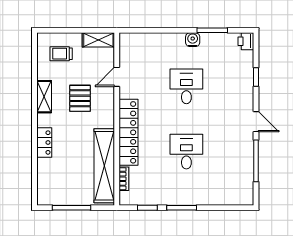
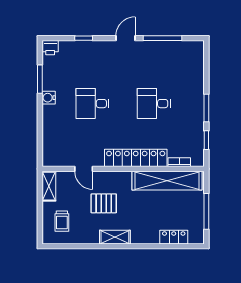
shelving: (44, 97) -> (115, 237), moved
locker: (44, 143) -> (174, 237), moved

